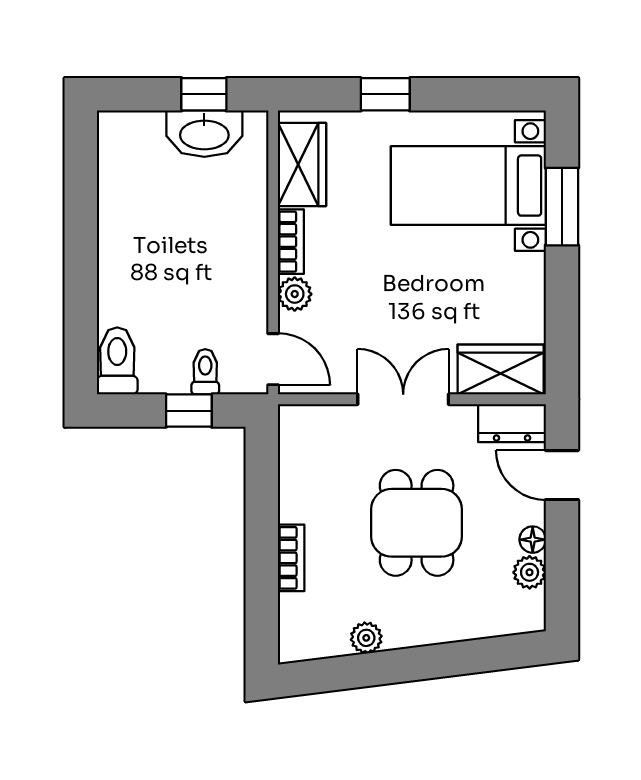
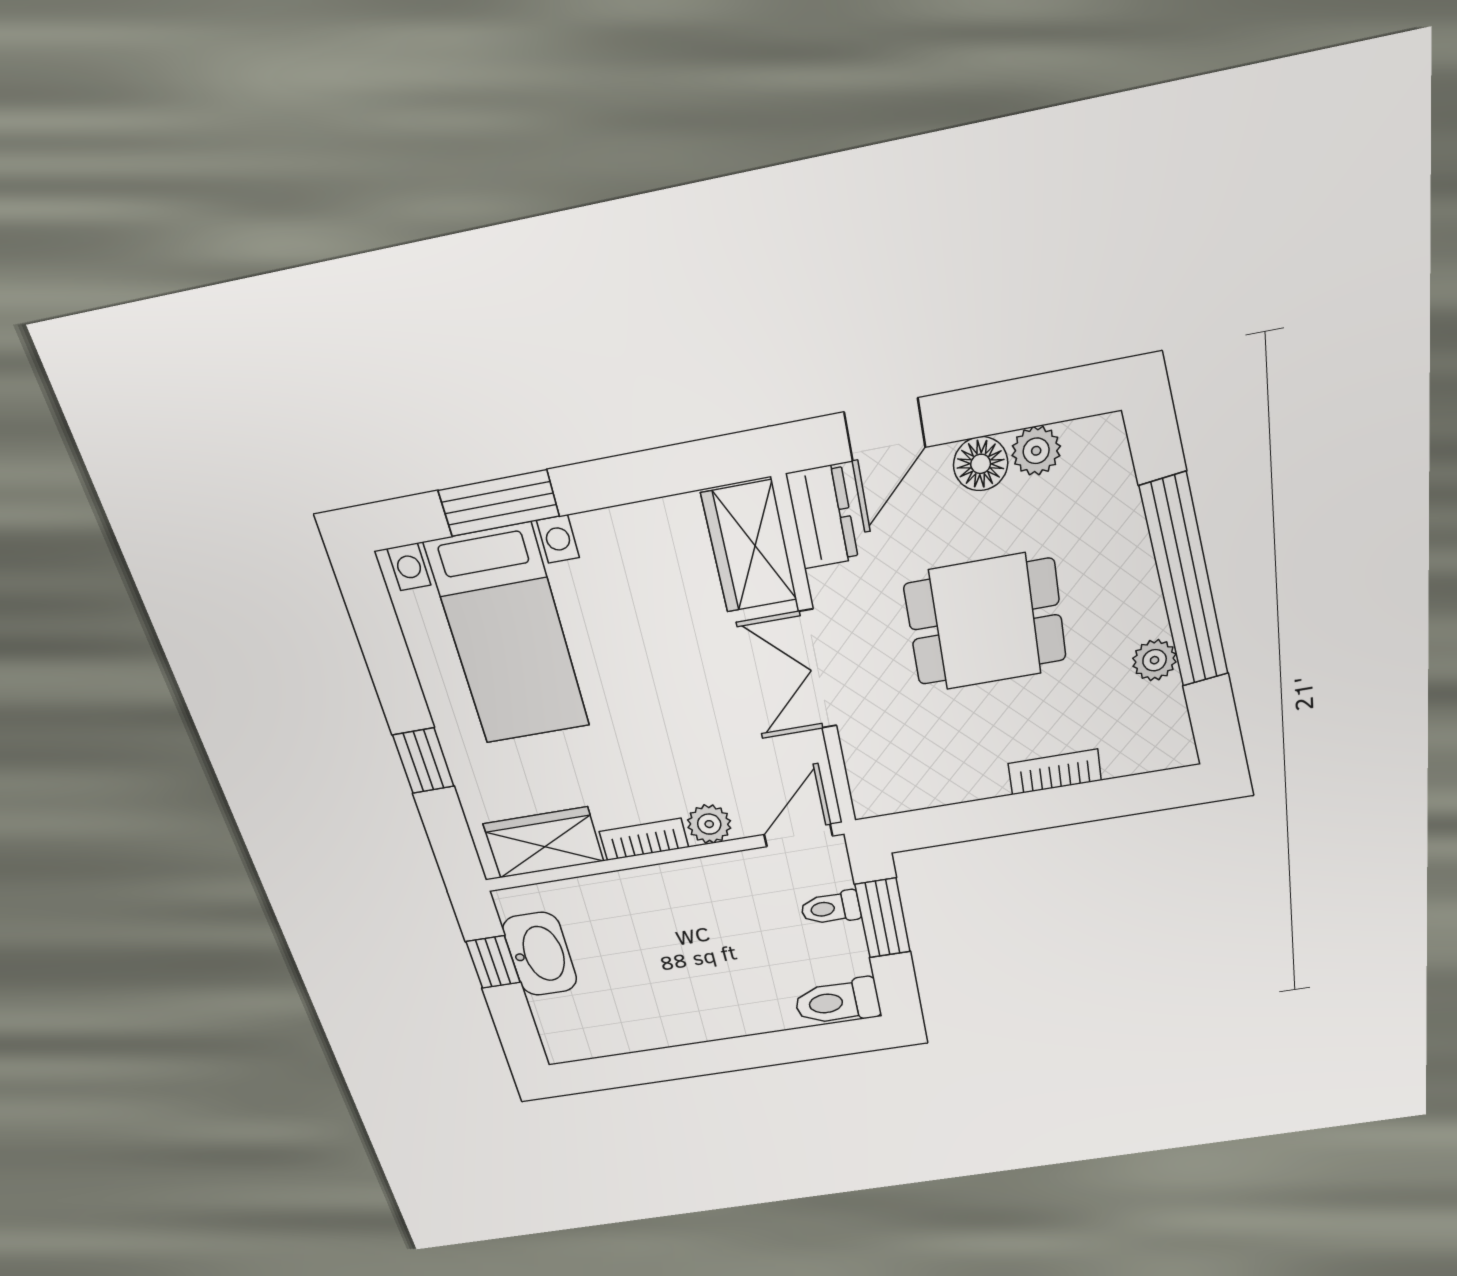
window: (189, 411) -> (883, 918), width x1.50
floor lamp: (533, 540) -> (981, 464), width x1.37, depth x1.37
window: (420, 663) -> (1185, 582), added

